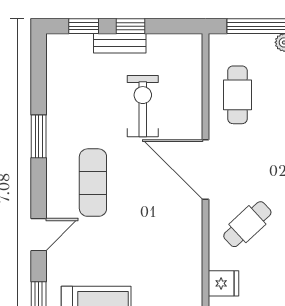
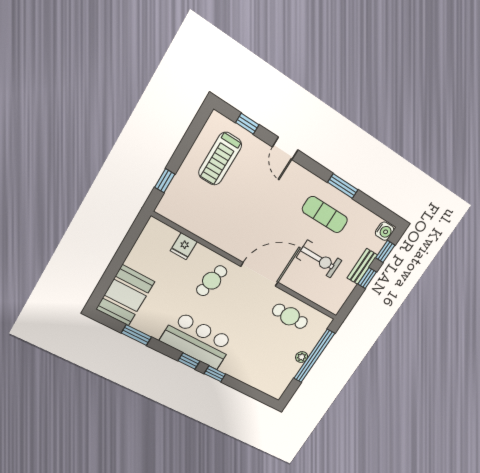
water cooler: (60, 45) -> (385, 231), added
exercise mat: (93, 183) -> (325, 215), moved
cafe table: (247, 224) -> (212, 281), turned 55

